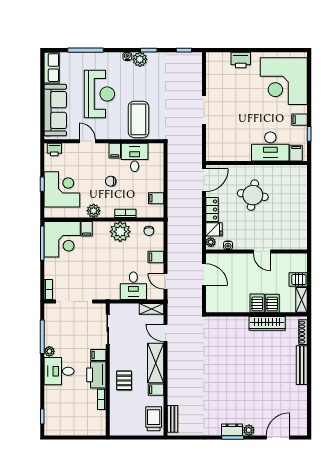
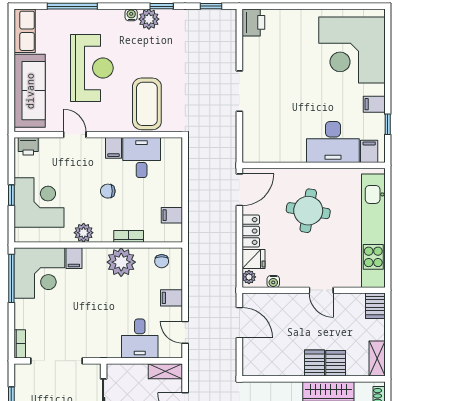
printer: (241, 60) -> (253, 22), moved, turned -90
kitchen unit: (299, 209) -> (373, 231), added
server rack: (298, 280) -> (375, 306), moved, turned -90

